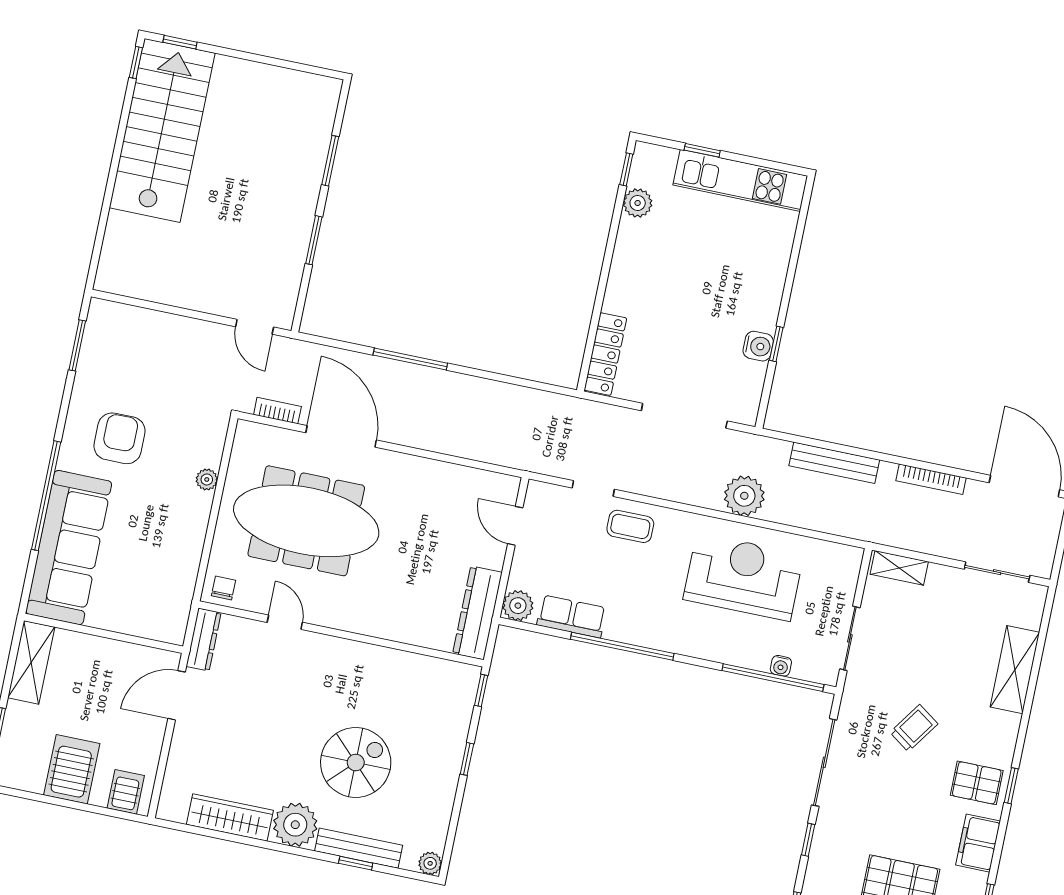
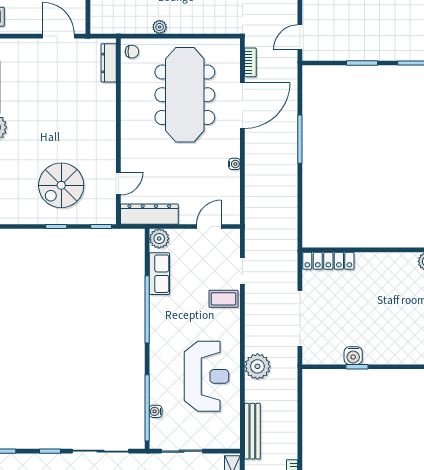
bench: (834, 463) -> (252, 431), moved
water cooler: (428, 467) -> (234, 164), added
plant: (207, 479) -> (160, 27), moved
coffee table: (630, 526) -> (223, 299), turned 90
door: (285, 622) -> (118, 184), moved
dresser: (204, 640) -> (109, 63), moved, turned 90
spiral stairs: (356, 763) -> (61, 185), moved, turned 90

